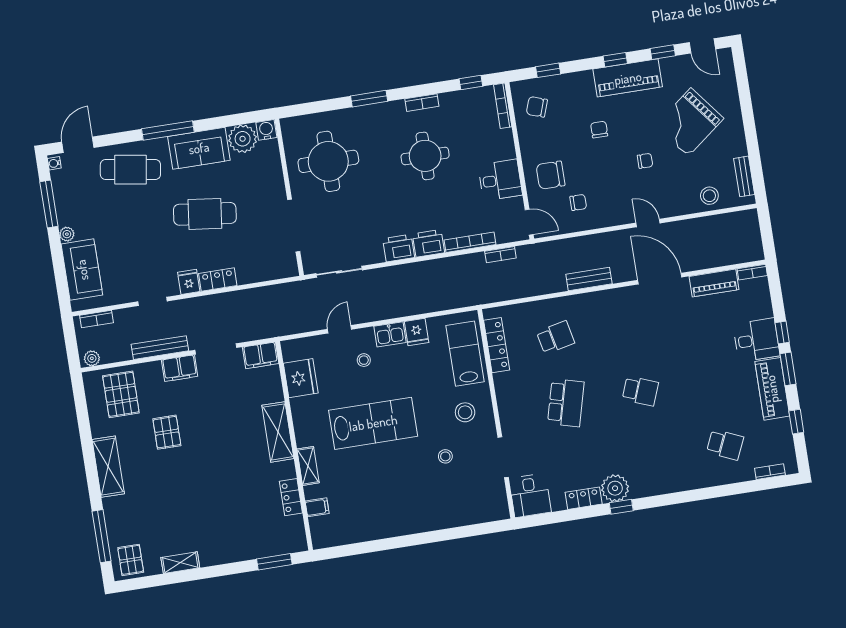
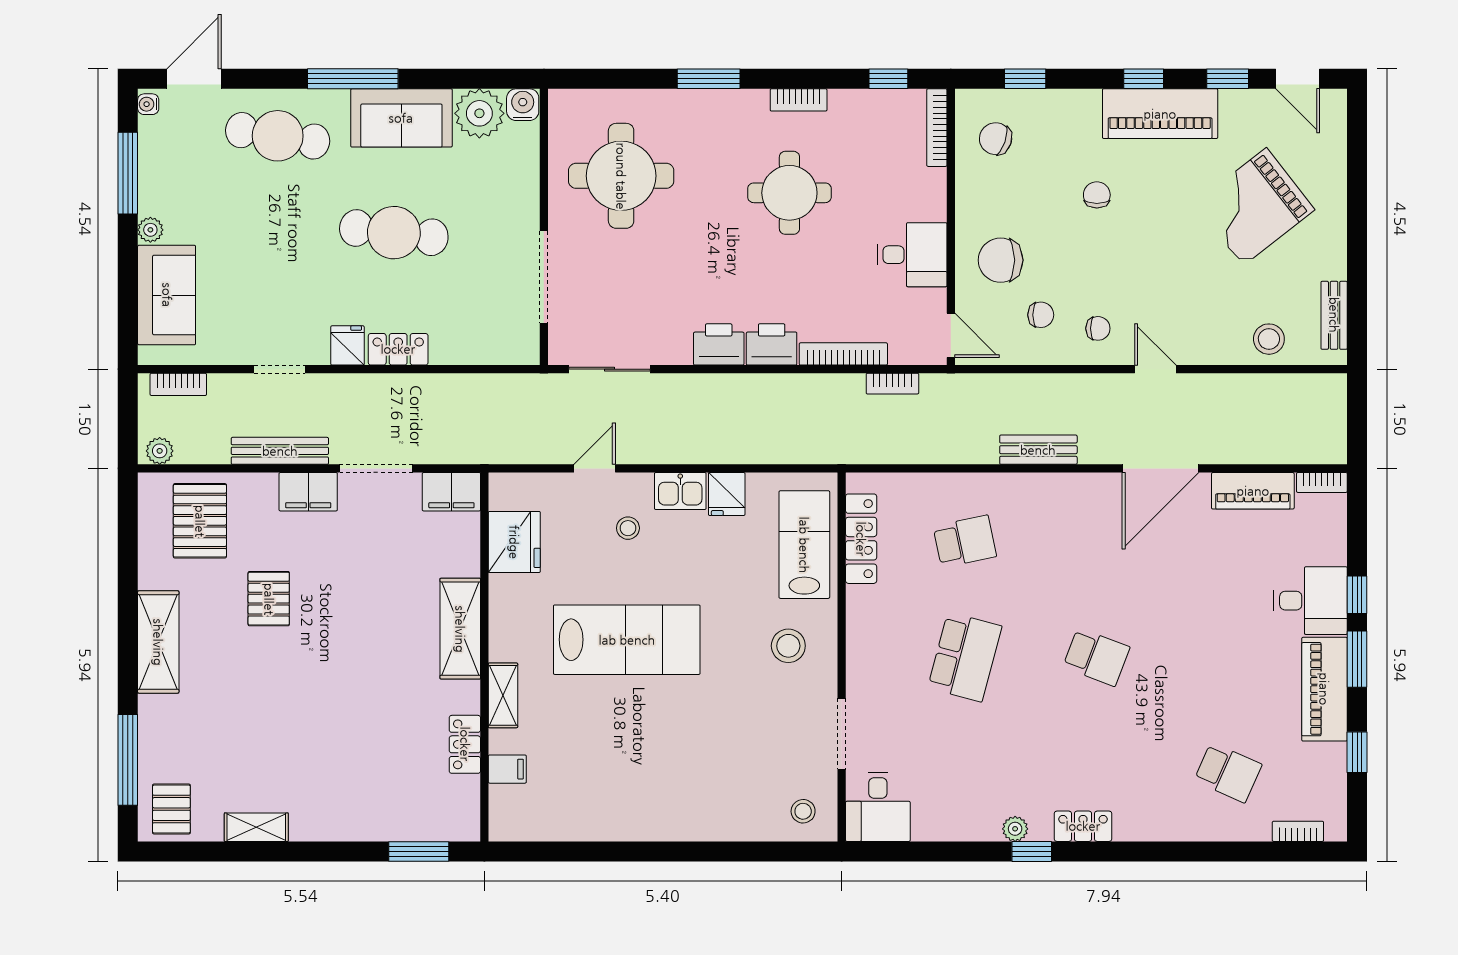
chair: (645, 161) -> (1098, 328), moved
door: (660, 279) -> (1160, 468), swing flipped
stool: (445, 456) -> (803, 811), moved
plant: (615, 488) -> (1015, 829), width x0.53, depth x0.53
locker: (584, 498) -> (1083, 826), moved

